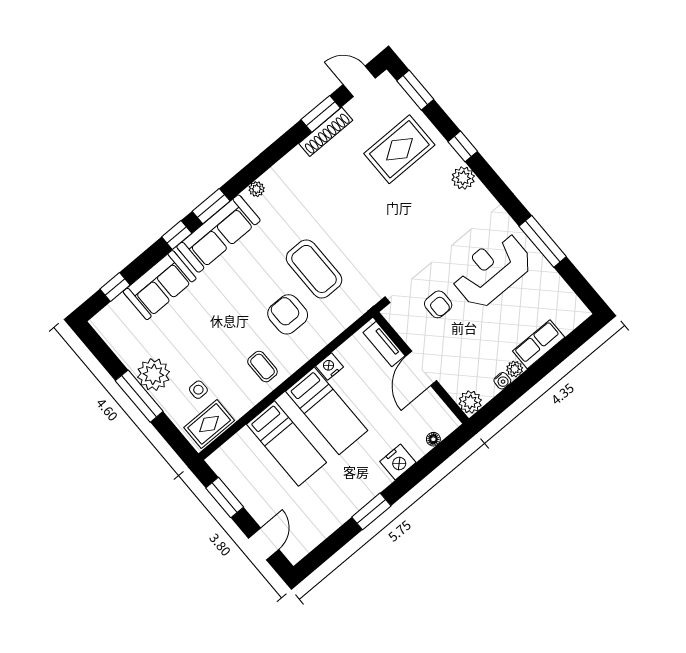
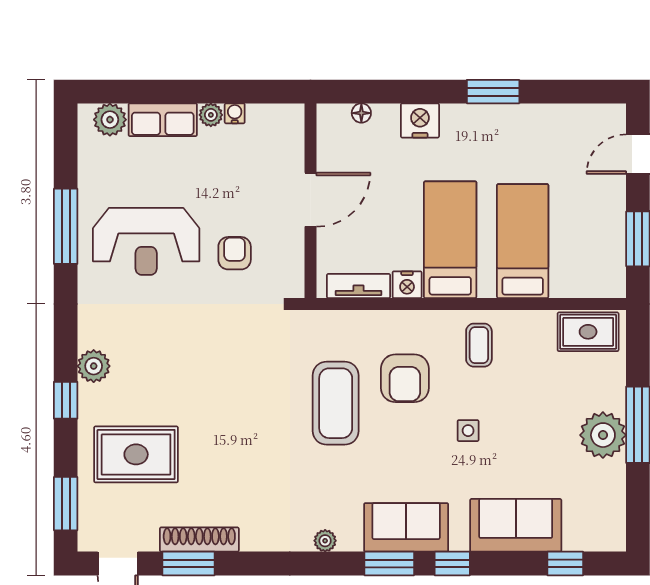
sofa: (218, 234) -> (406, 527), width x0.73
tv unit: (384, 344) -> (359, 286), moved, turned -90
side table: (198, 390) -> (468, 431), moved
plant: (470, 402) -> (110, 120), moved

